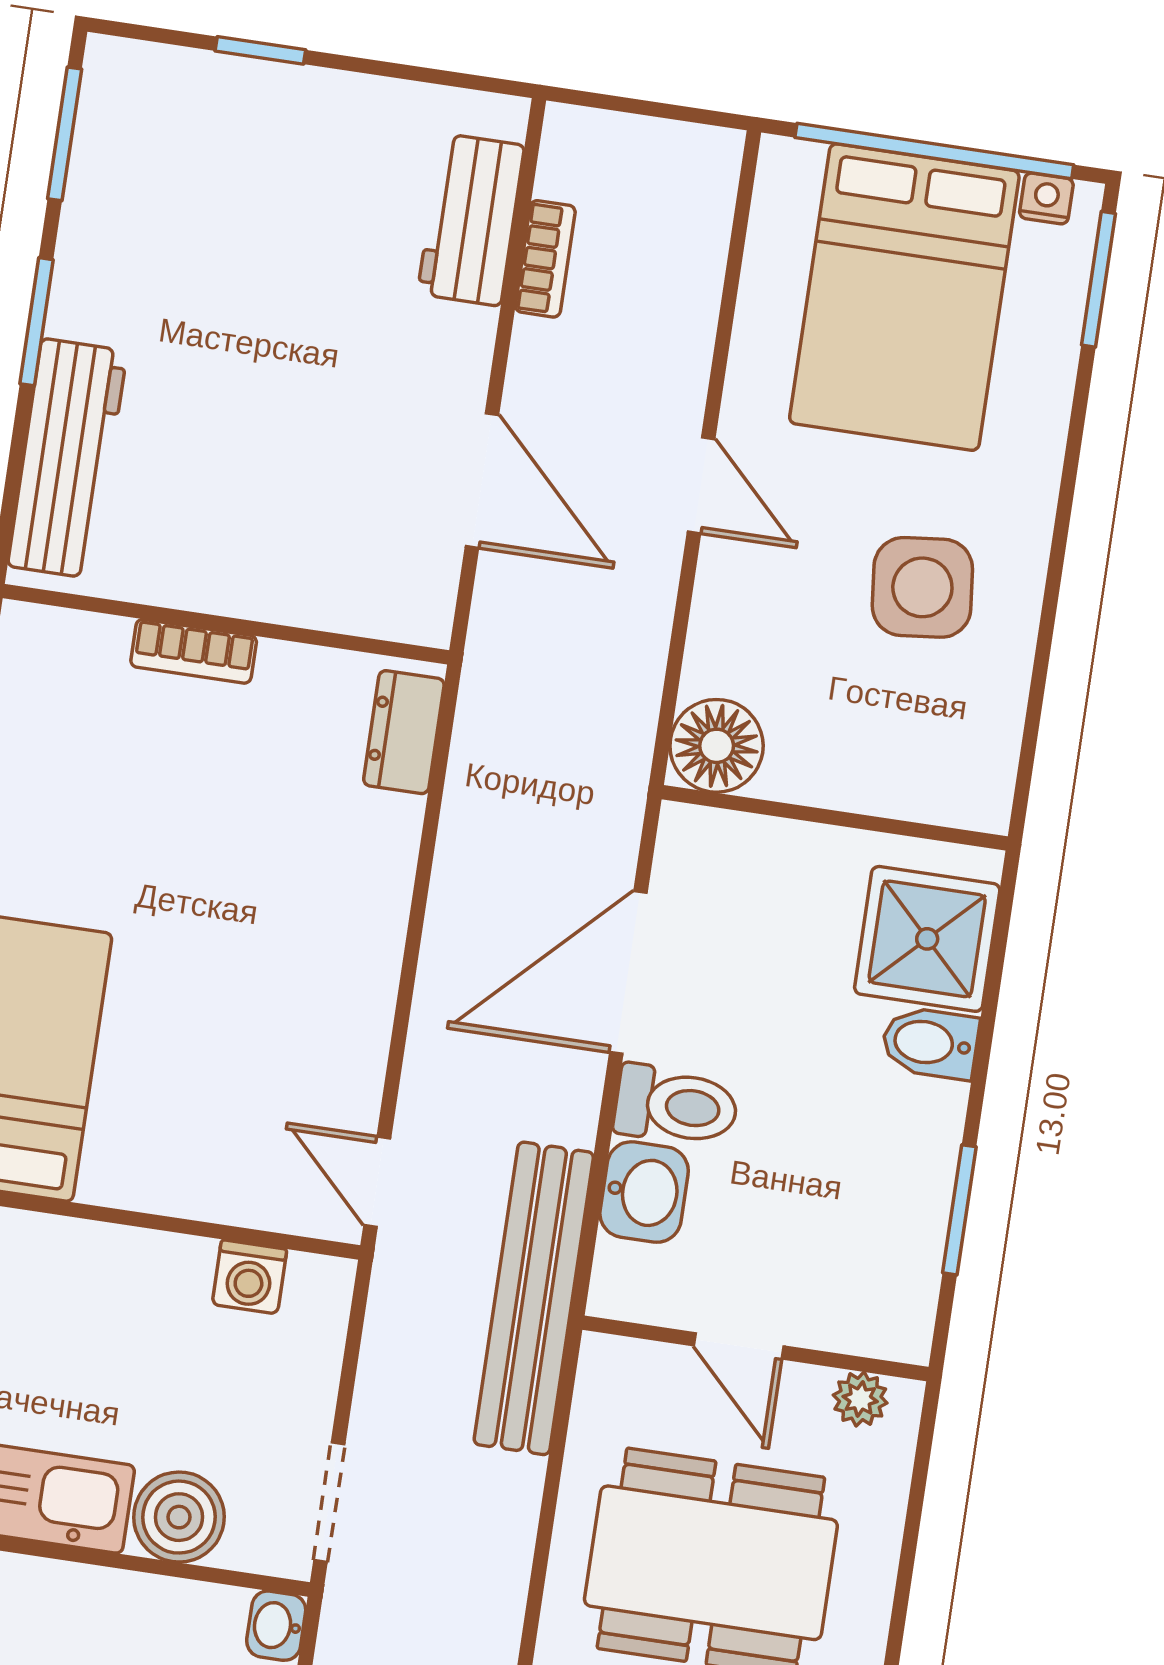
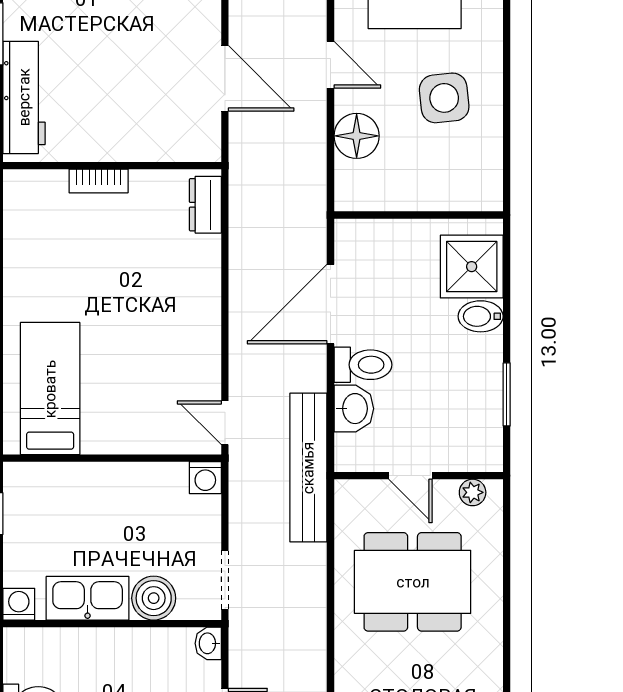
floor lamp: (717, 746) -> (357, 136), moved
washing machine: (249, 1277) -> (205, 478), moved

